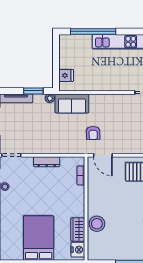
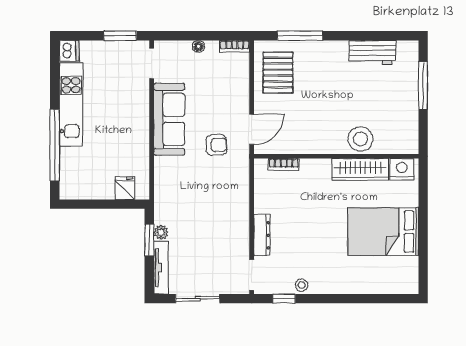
plant: (50, 98) -> (161, 232), moved
sofa: (72, 103) -> (169, 119), moved, width x1.36
dresser: (47, 162) -> (262, 235), moved
wardrobe: (78, 230) -> (360, 169), width x1.50

